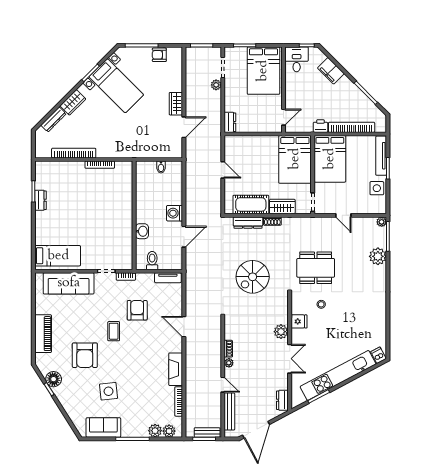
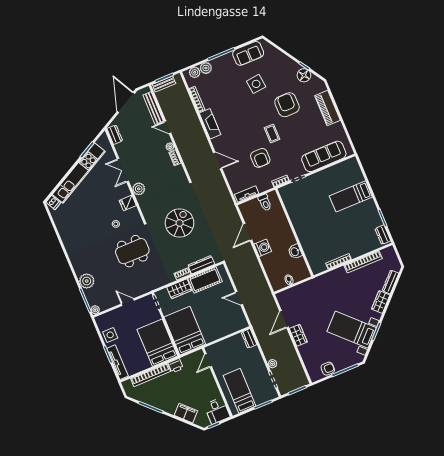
bed: (263, 71) -> (240, 391), width x0.67
dresser: (40, 200) -> (383, 235), moved
washbasin: (142, 231) -> (295, 252), moved
bed: (58, 256) -> (351, 196), moved

